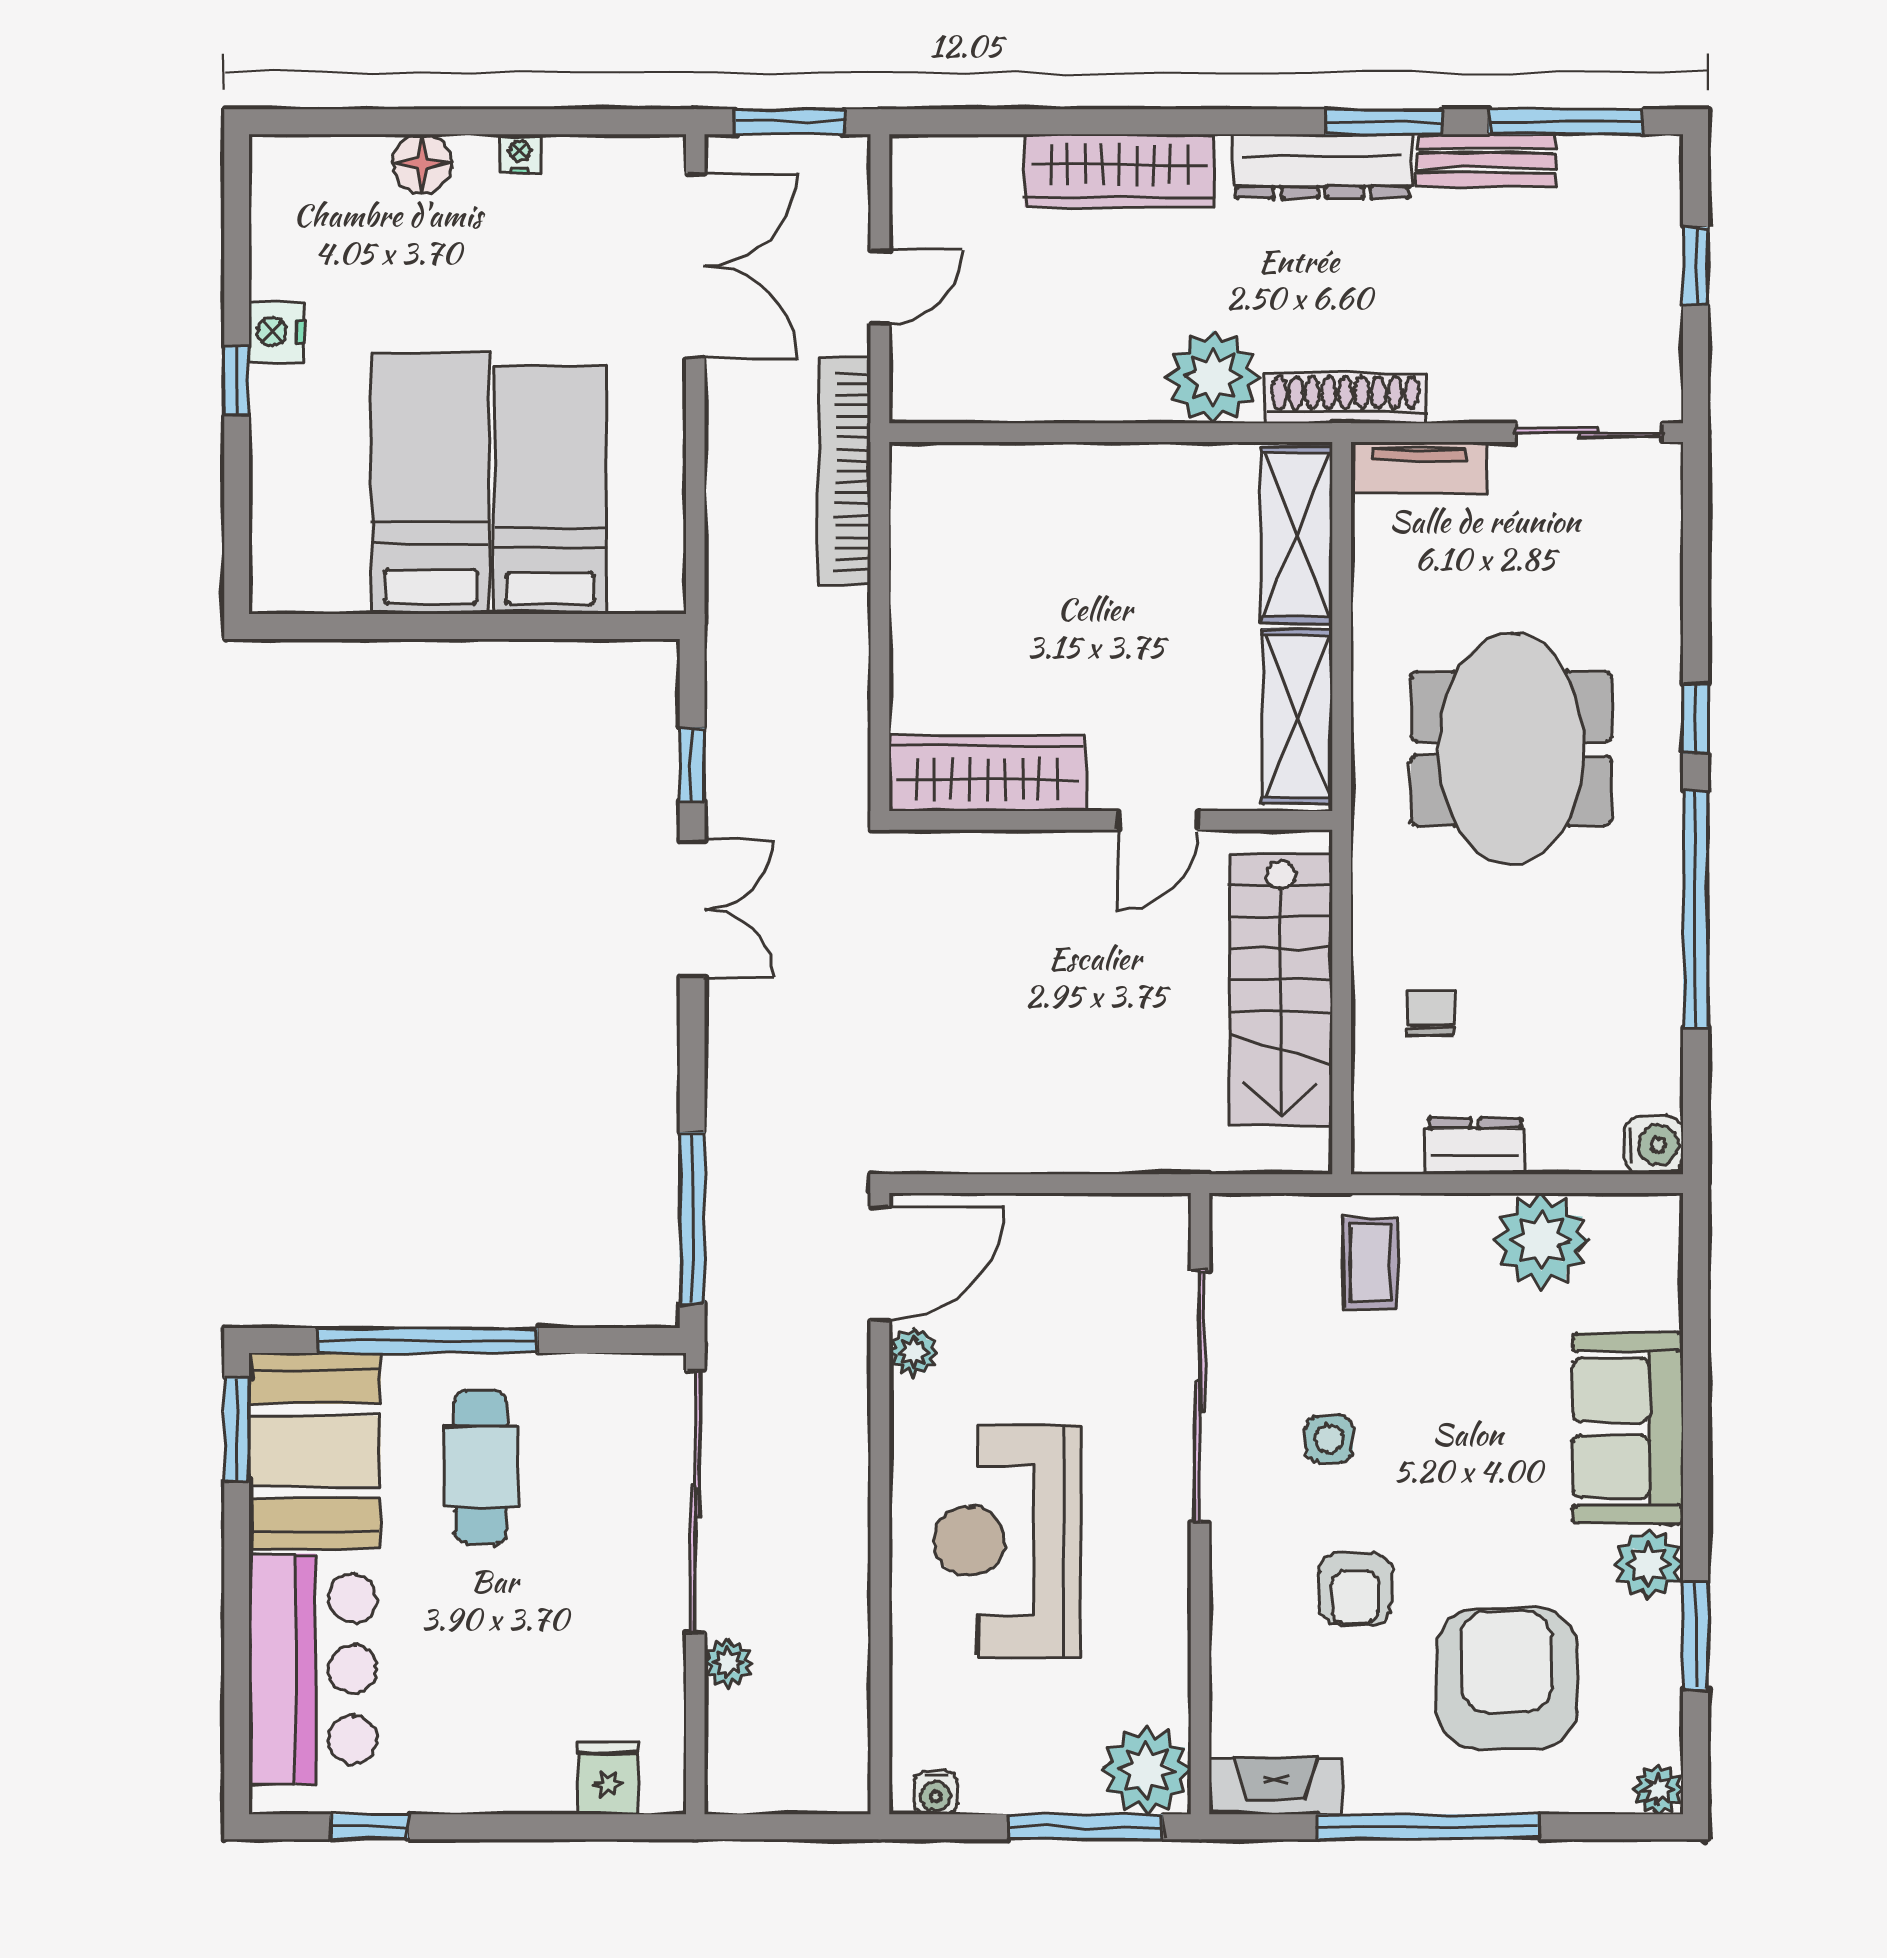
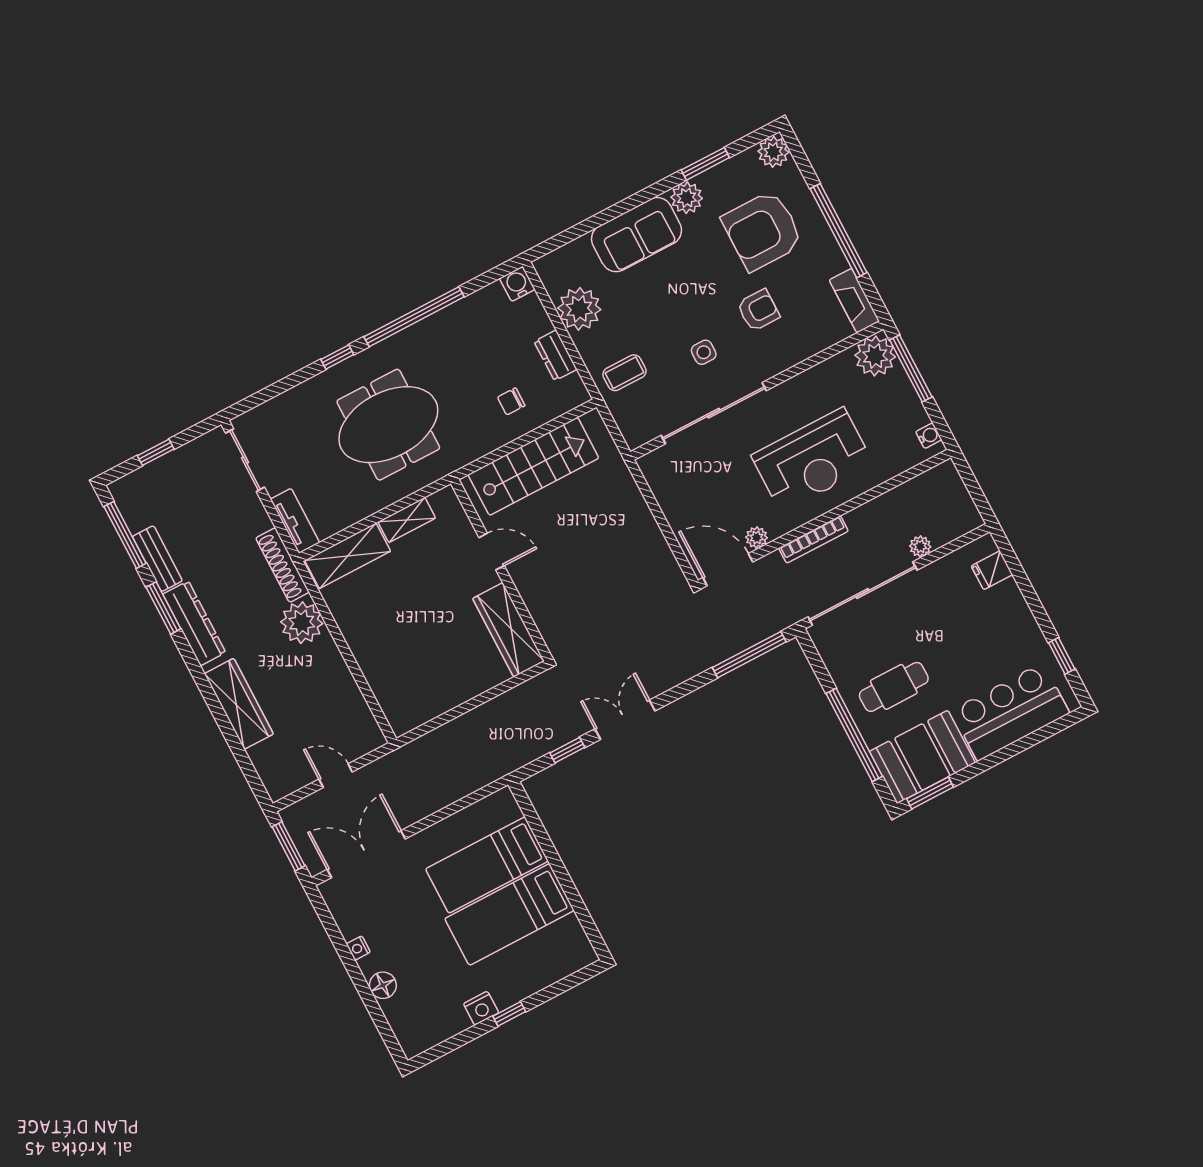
bookcase: (845, 471) -> (813, 540), moved, width x0.68, depth x0.76
shelving: (1297, 716) -> (407, 520), width x0.67, depth x0.75
plant: (1658, 1790) -> (773, 152), width x1.38, depth x1.38

